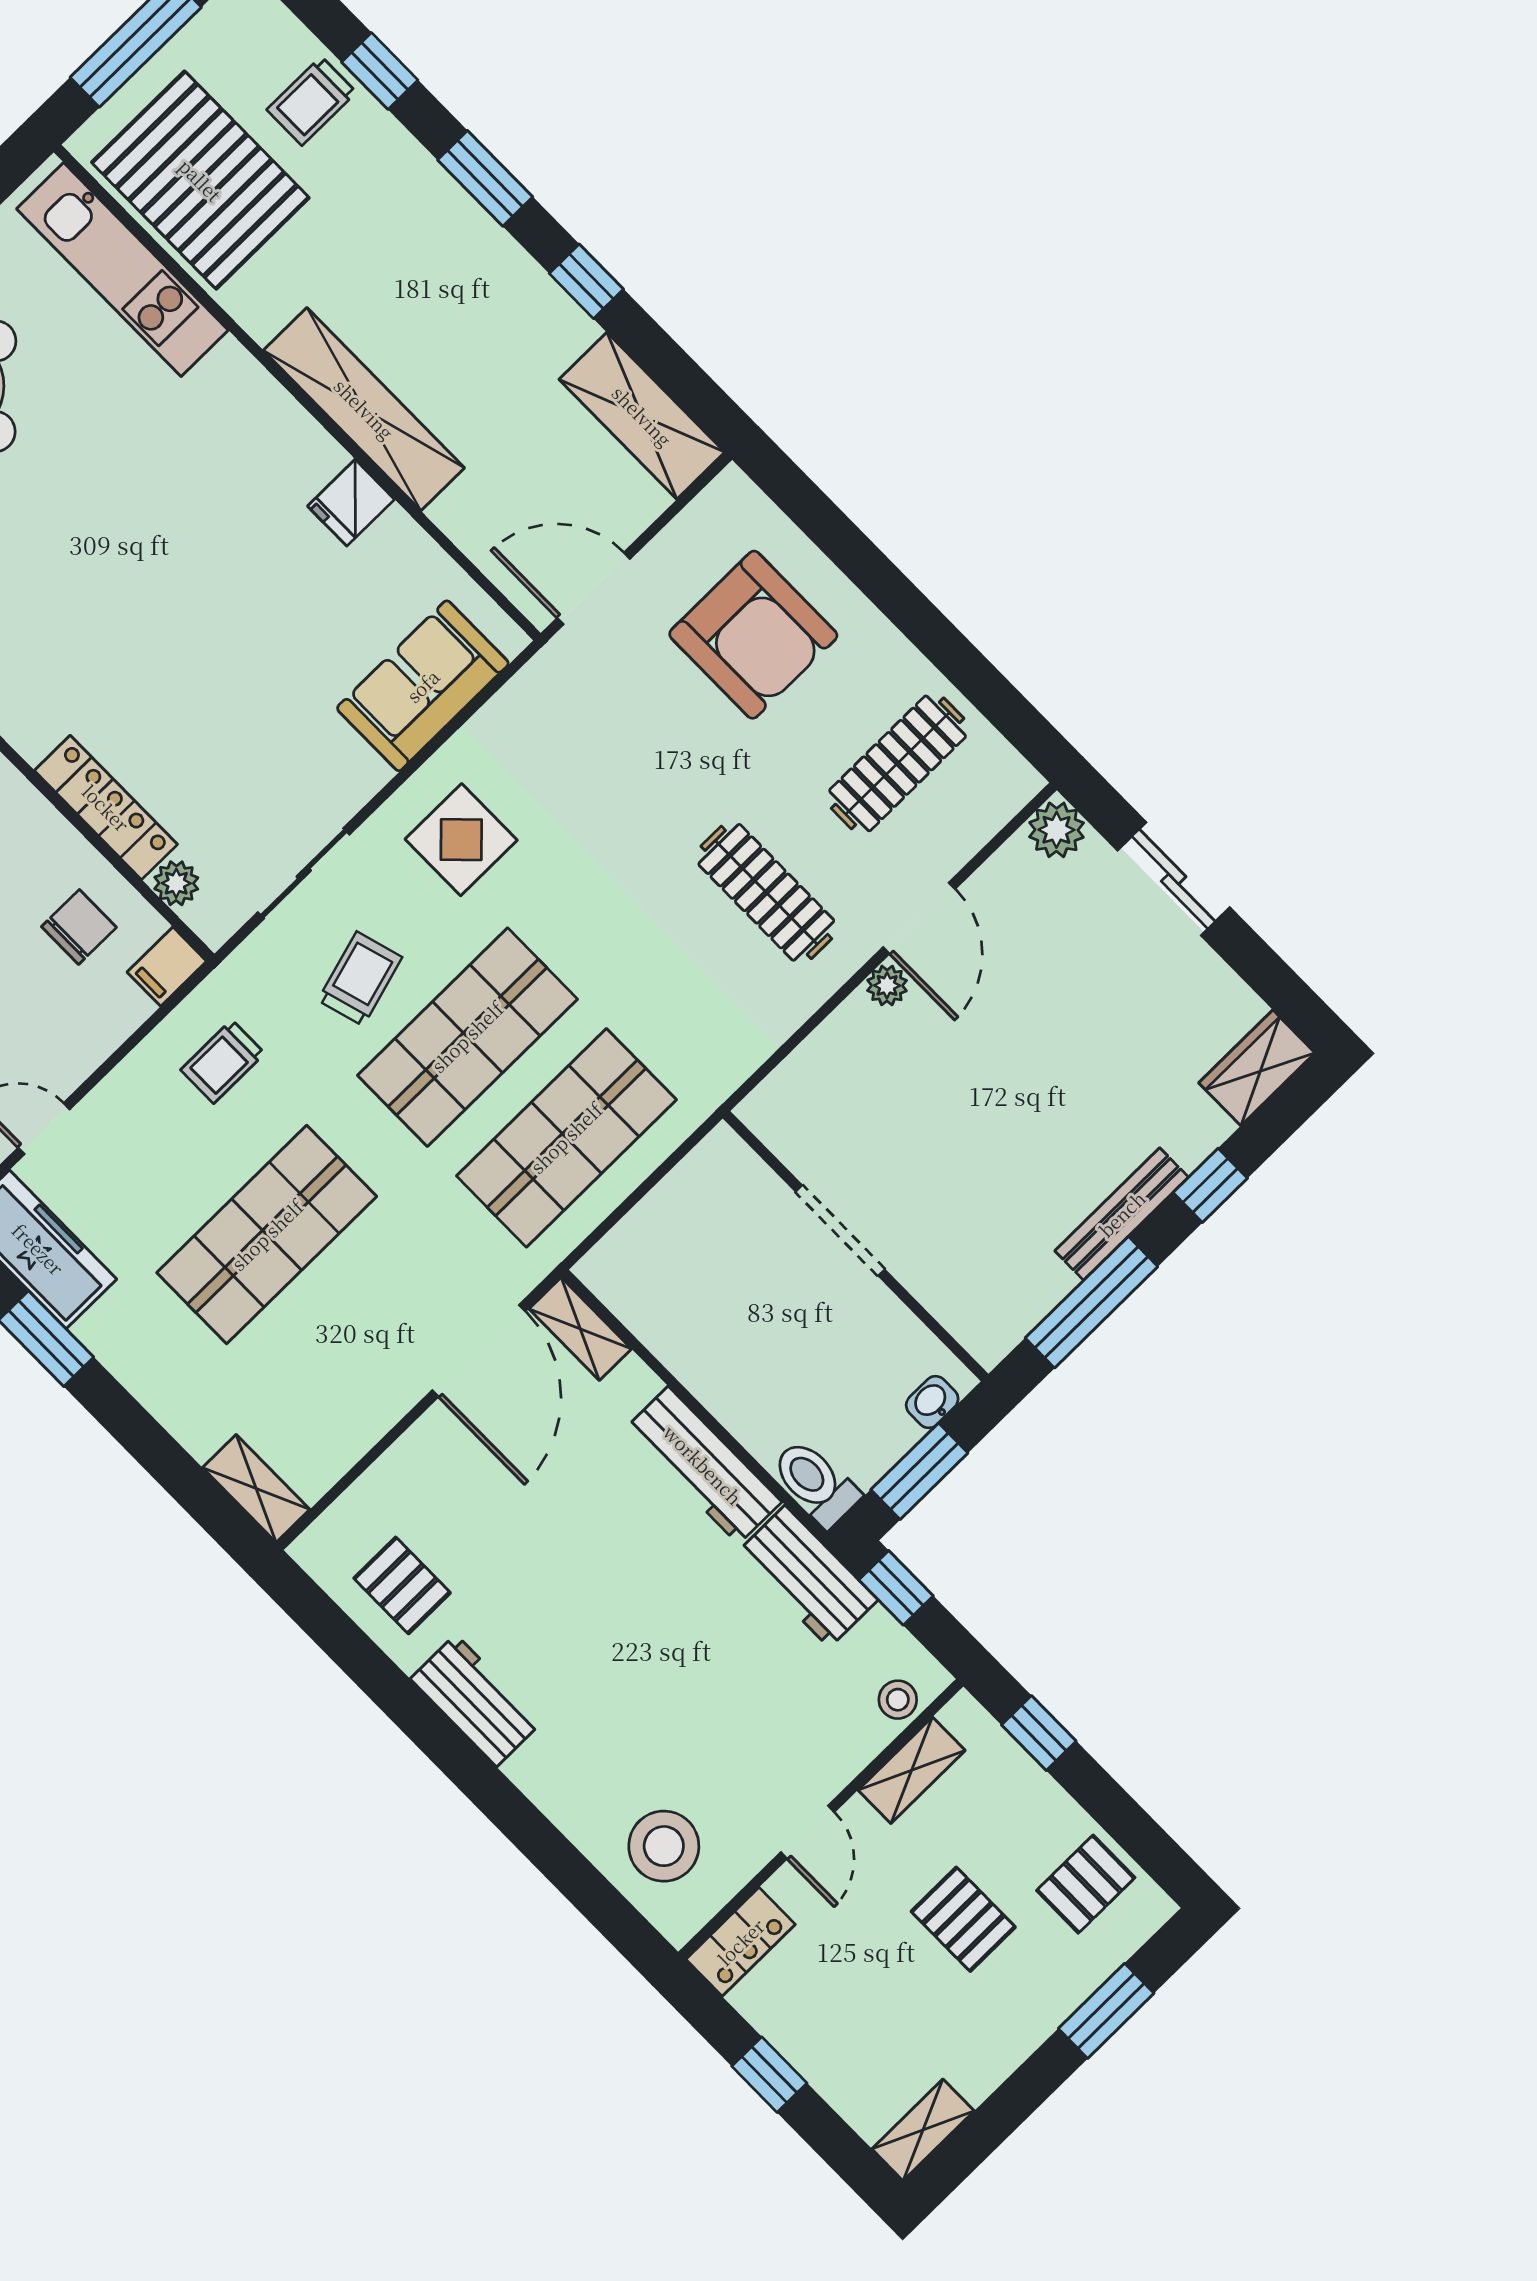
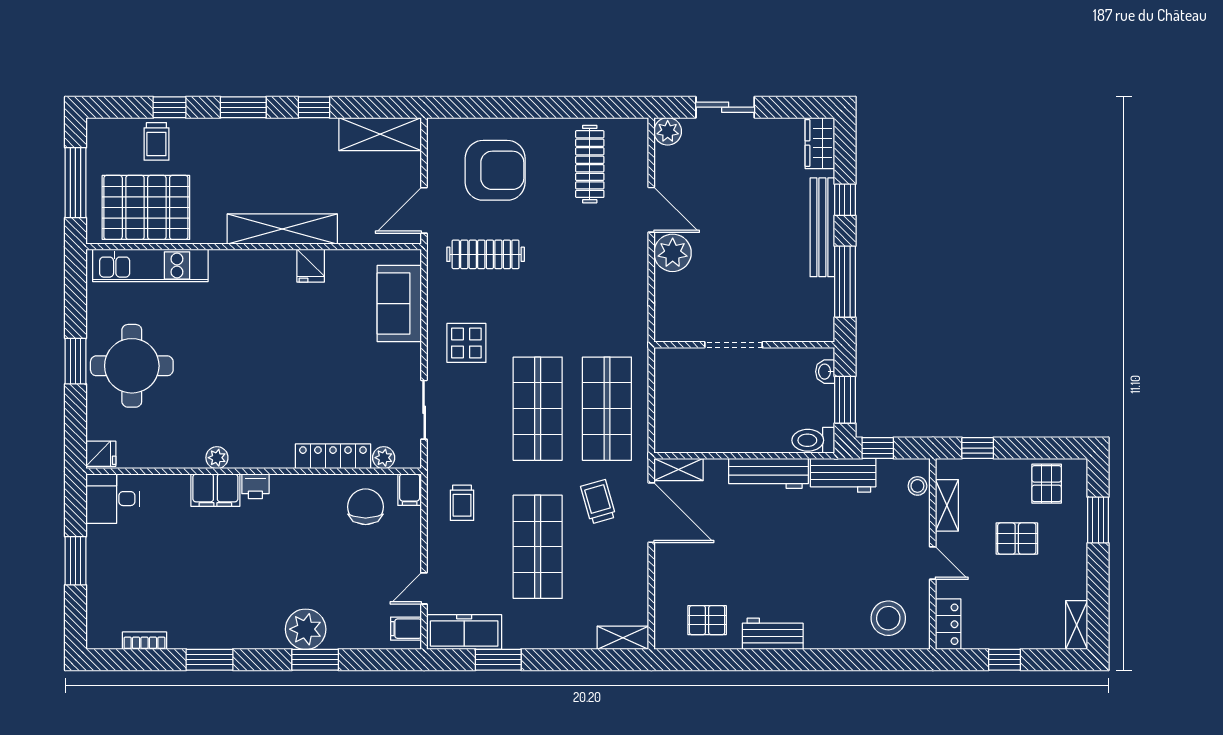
clothes rail: (766, 892) -> (486, 254), moved
chair: (79, 927) -> (366, 507), width x1.37, depth x1.37
trolley: (360, 979) -> (598, 502), moved
plant: (887, 985) -> (673, 253), width x1.88, depth x1.88
bench: (1122, 1214) -> (822, 227), width x1.37, depth x1.21

